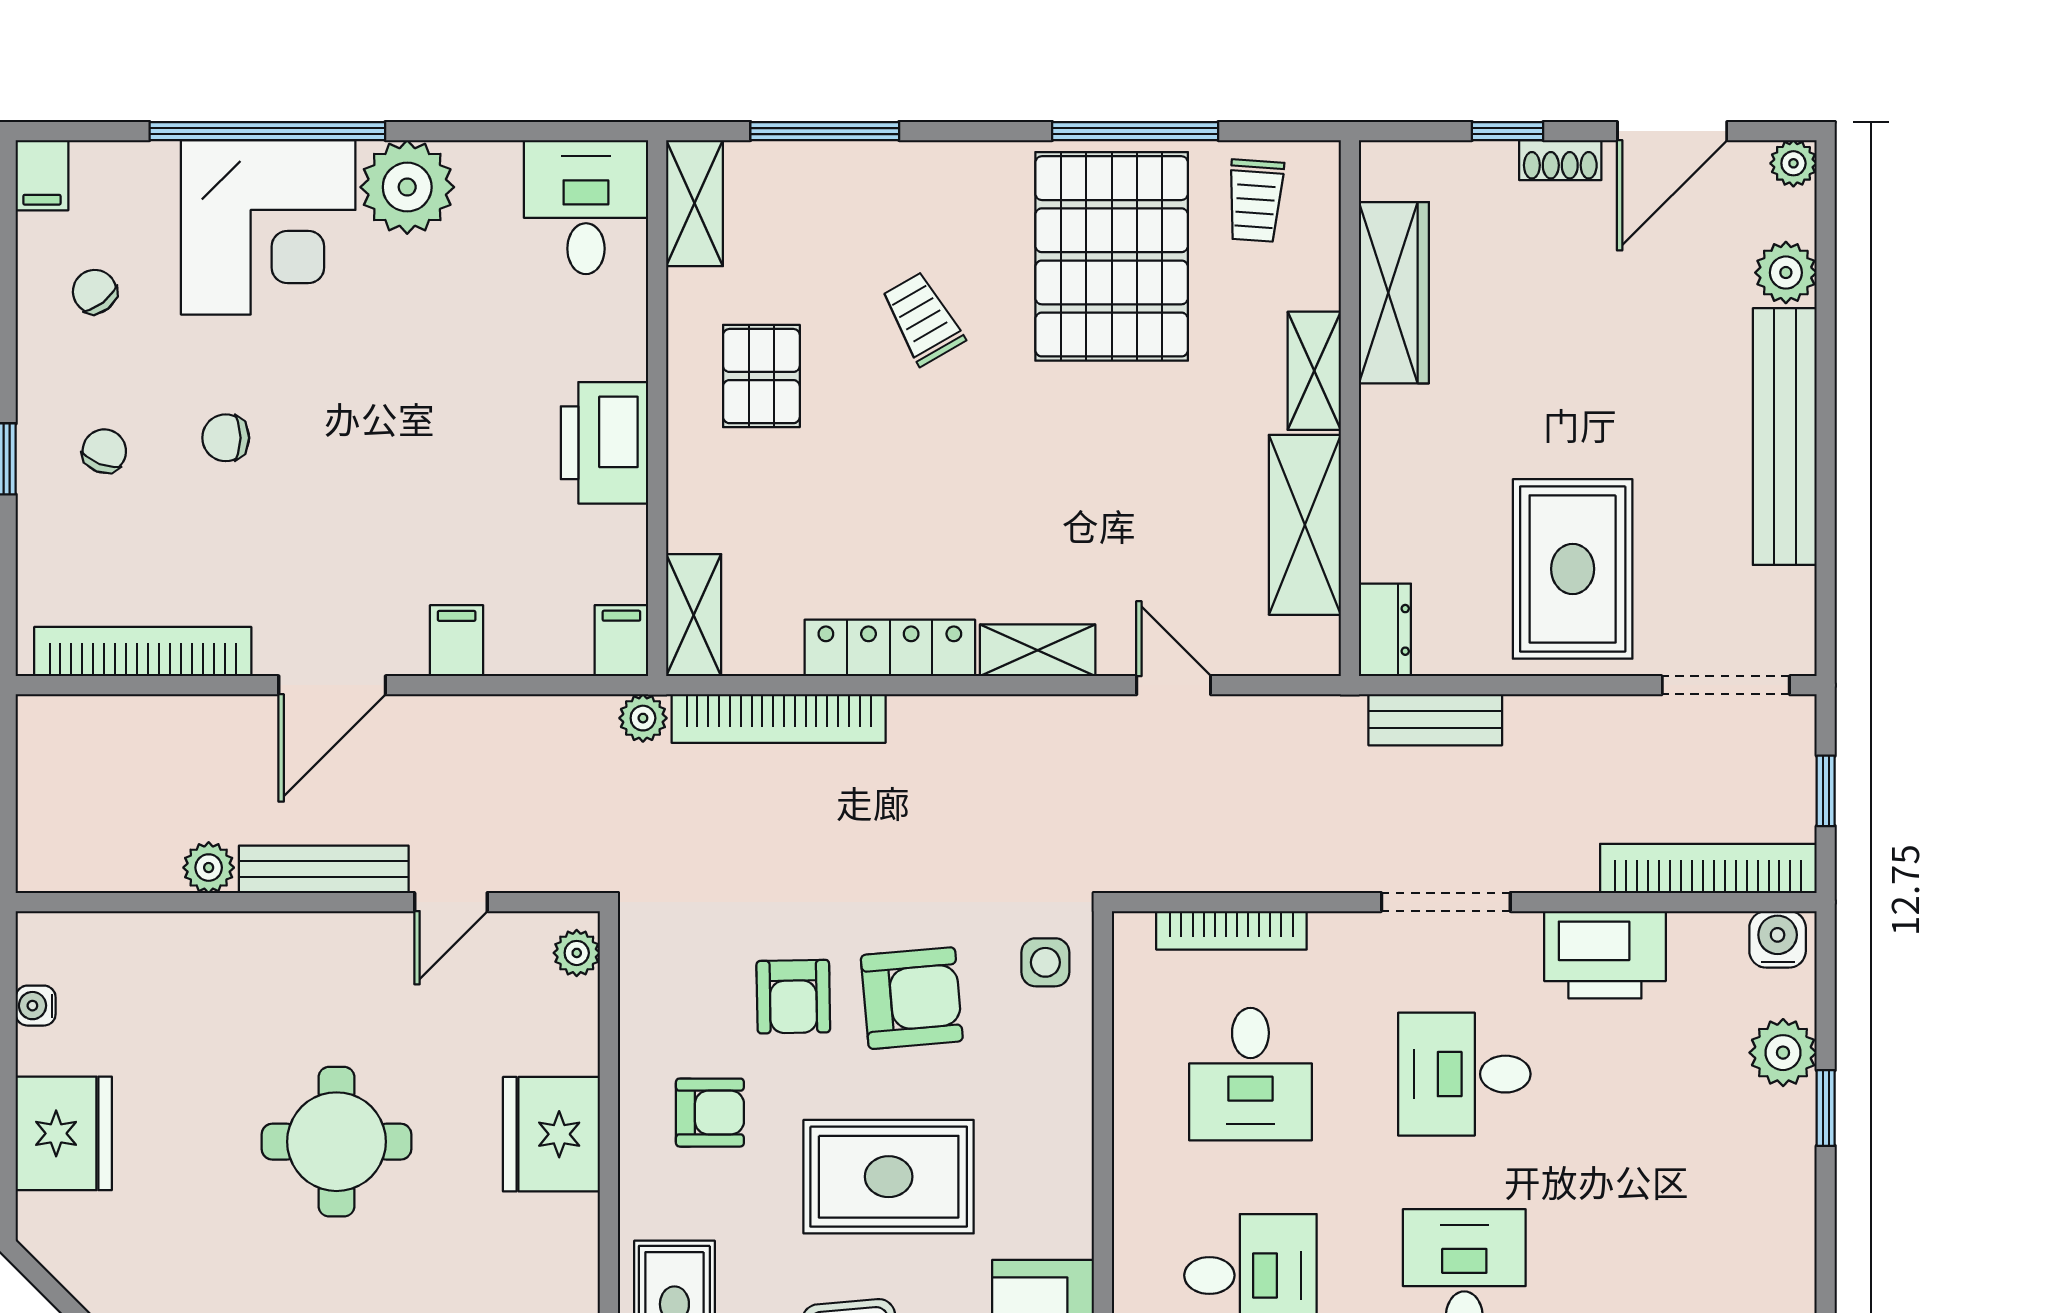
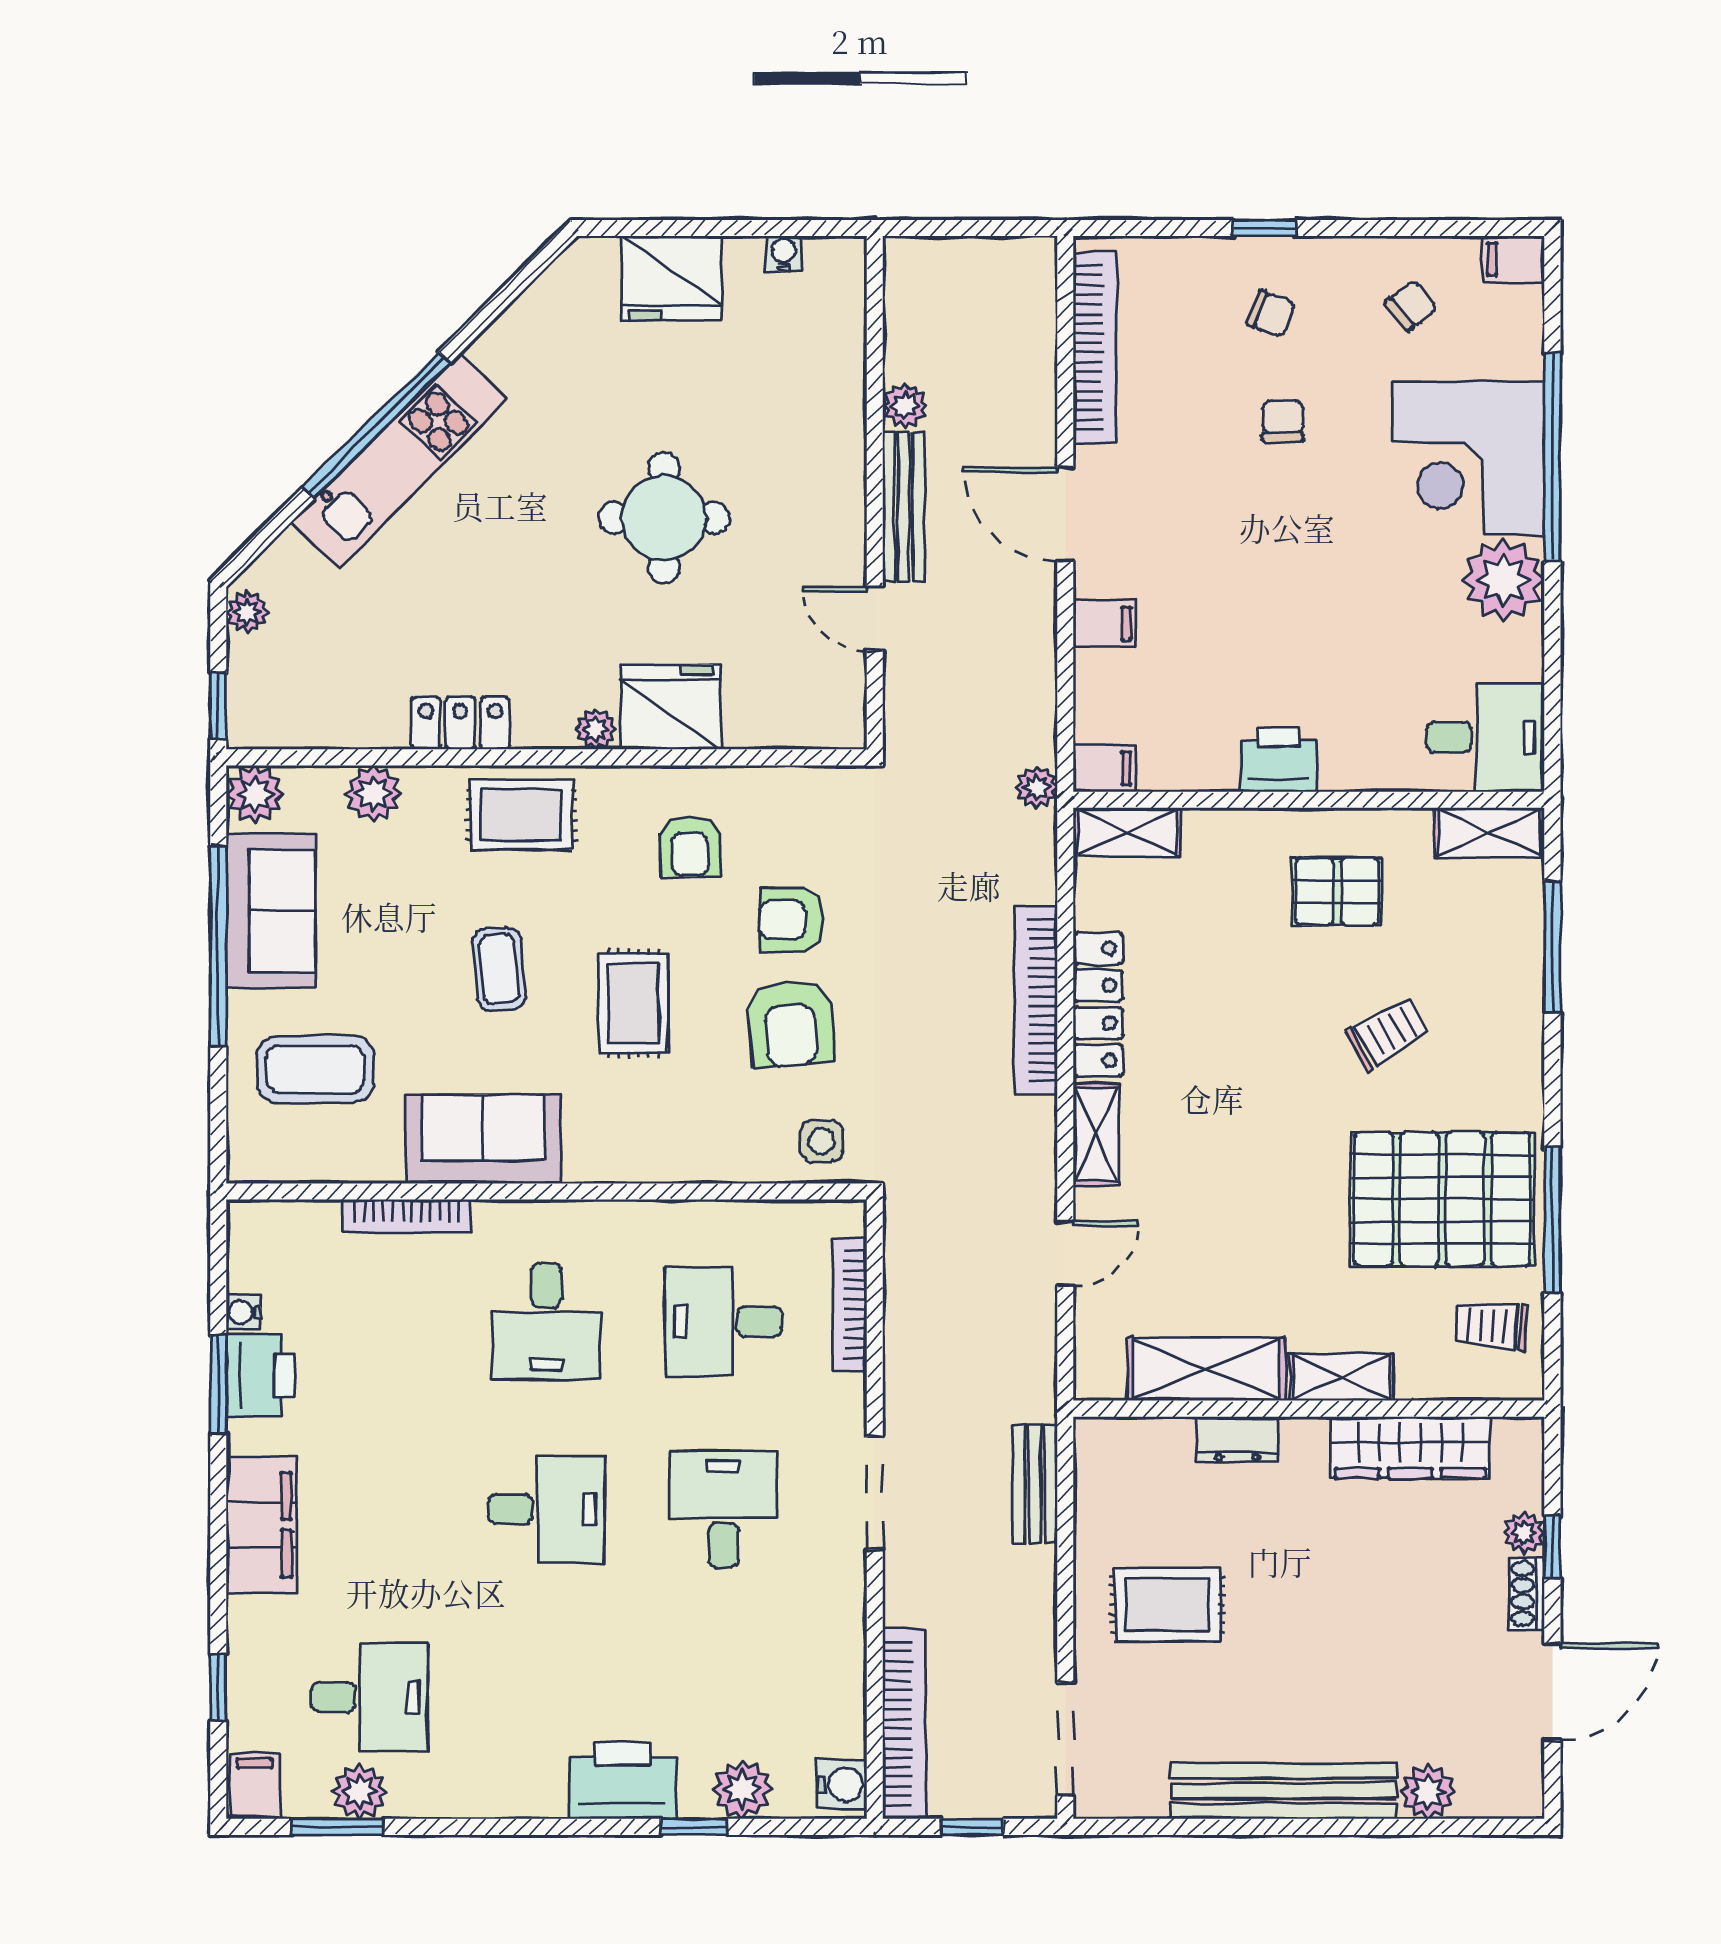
door: (1672, 131) -> (1552, 1692), swing flipped
plant: (1793, 163) -> (1524, 1533), moved
printer: (604, 443) -> (1278, 760), width x0.73, depth x0.84
rug: (1573, 569) -> (1167, 1604), width x0.73, depth x0.70
dresser: (1385, 630) -> (1237, 1439), moved
bookcase: (779, 719) -> (1036, 1001), moved
plant: (577, 953) -> (596, 729), moved
printer: (1605, 955) -> (623, 1781), moved, turned 90
rug: (889, 1177) -> (633, 1003), width x0.73, depth x0.70

